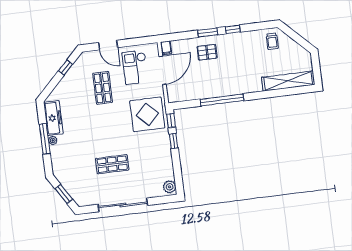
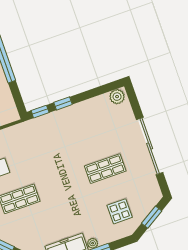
display table: (147, 114) -> (120, 211), moved, width x0.54, depth x0.54
shop shelf: (112, 164) -> (105, 169), turned 90

